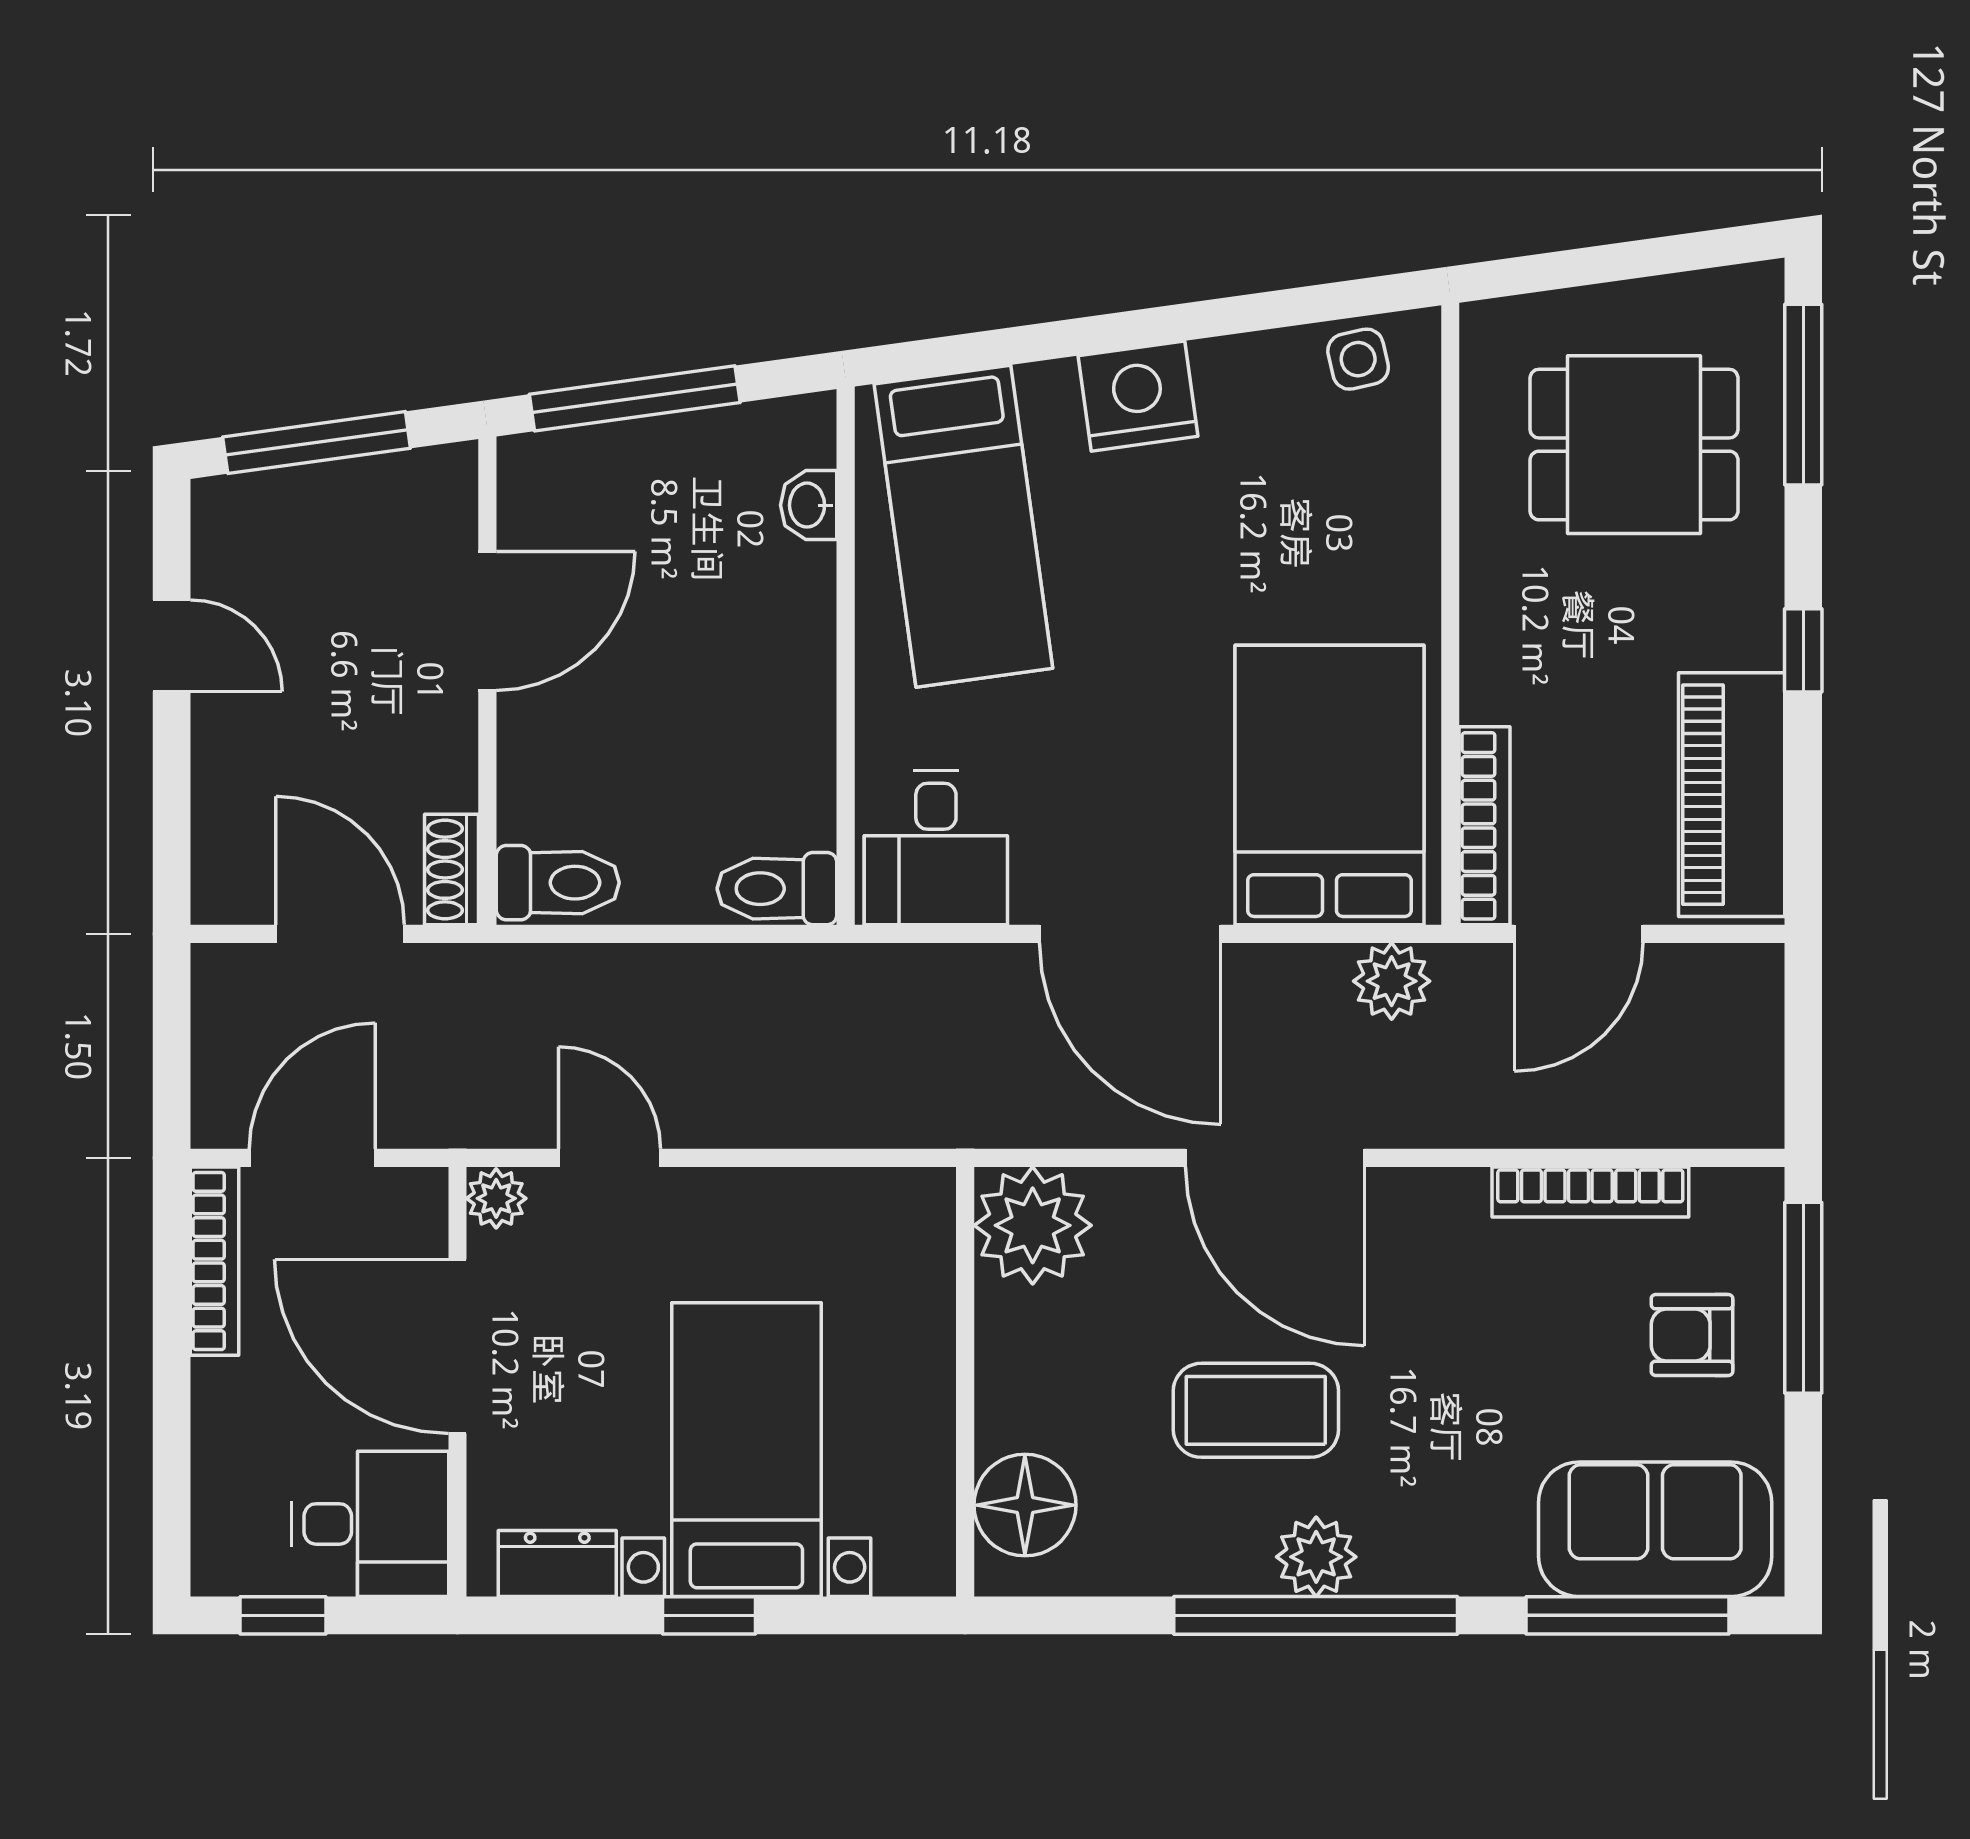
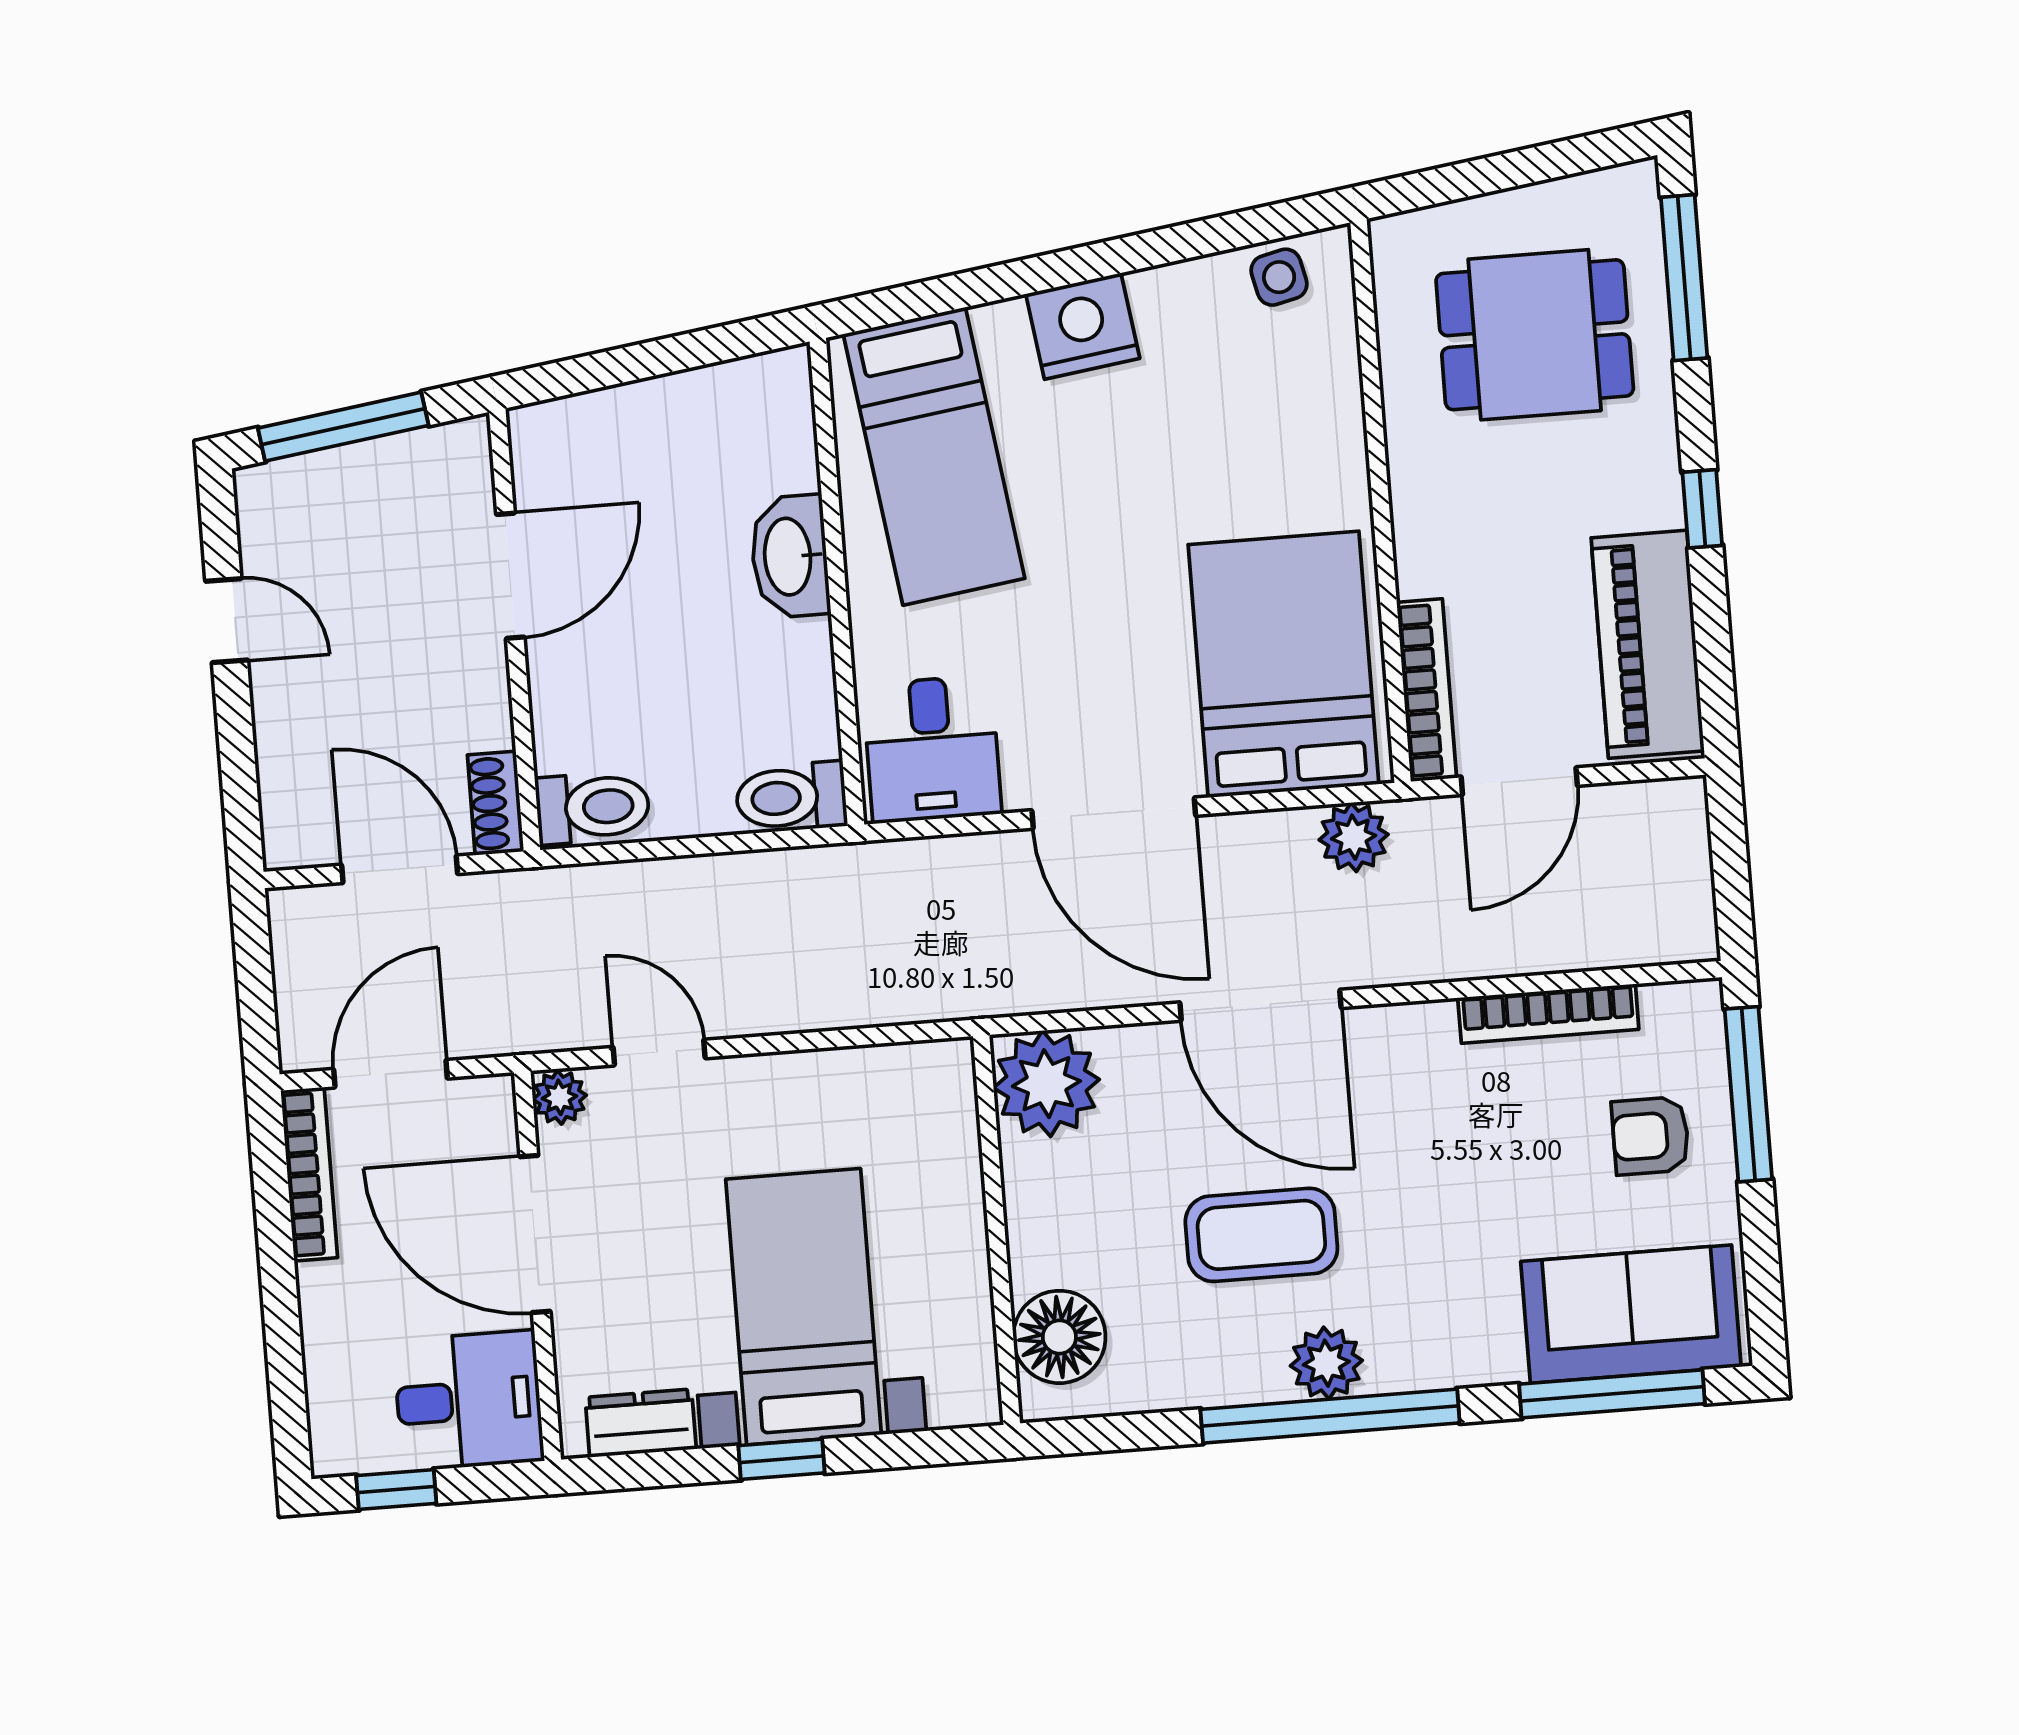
window: (635, 398) -> (628, 364), removed
washbasin: (809, 505) -> (790, 556), moved, width x1.91, depth x1.45

